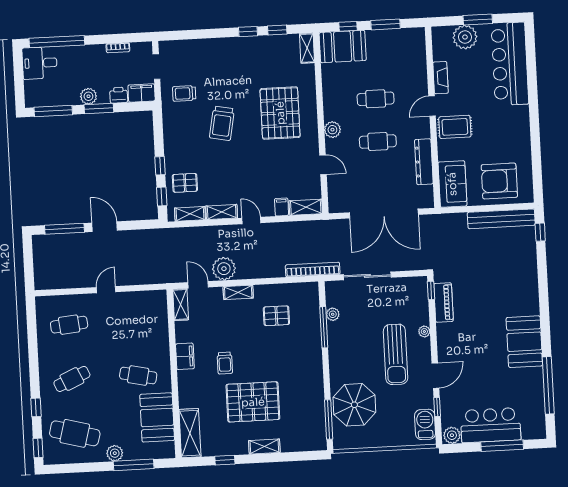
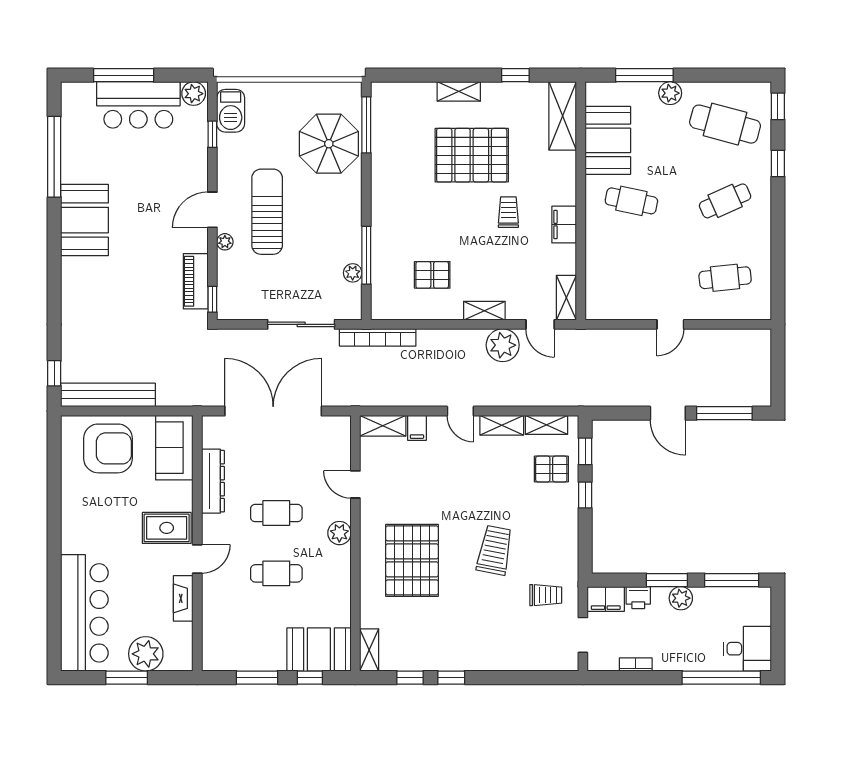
door: (435, 376) -> (212, 210), moved

